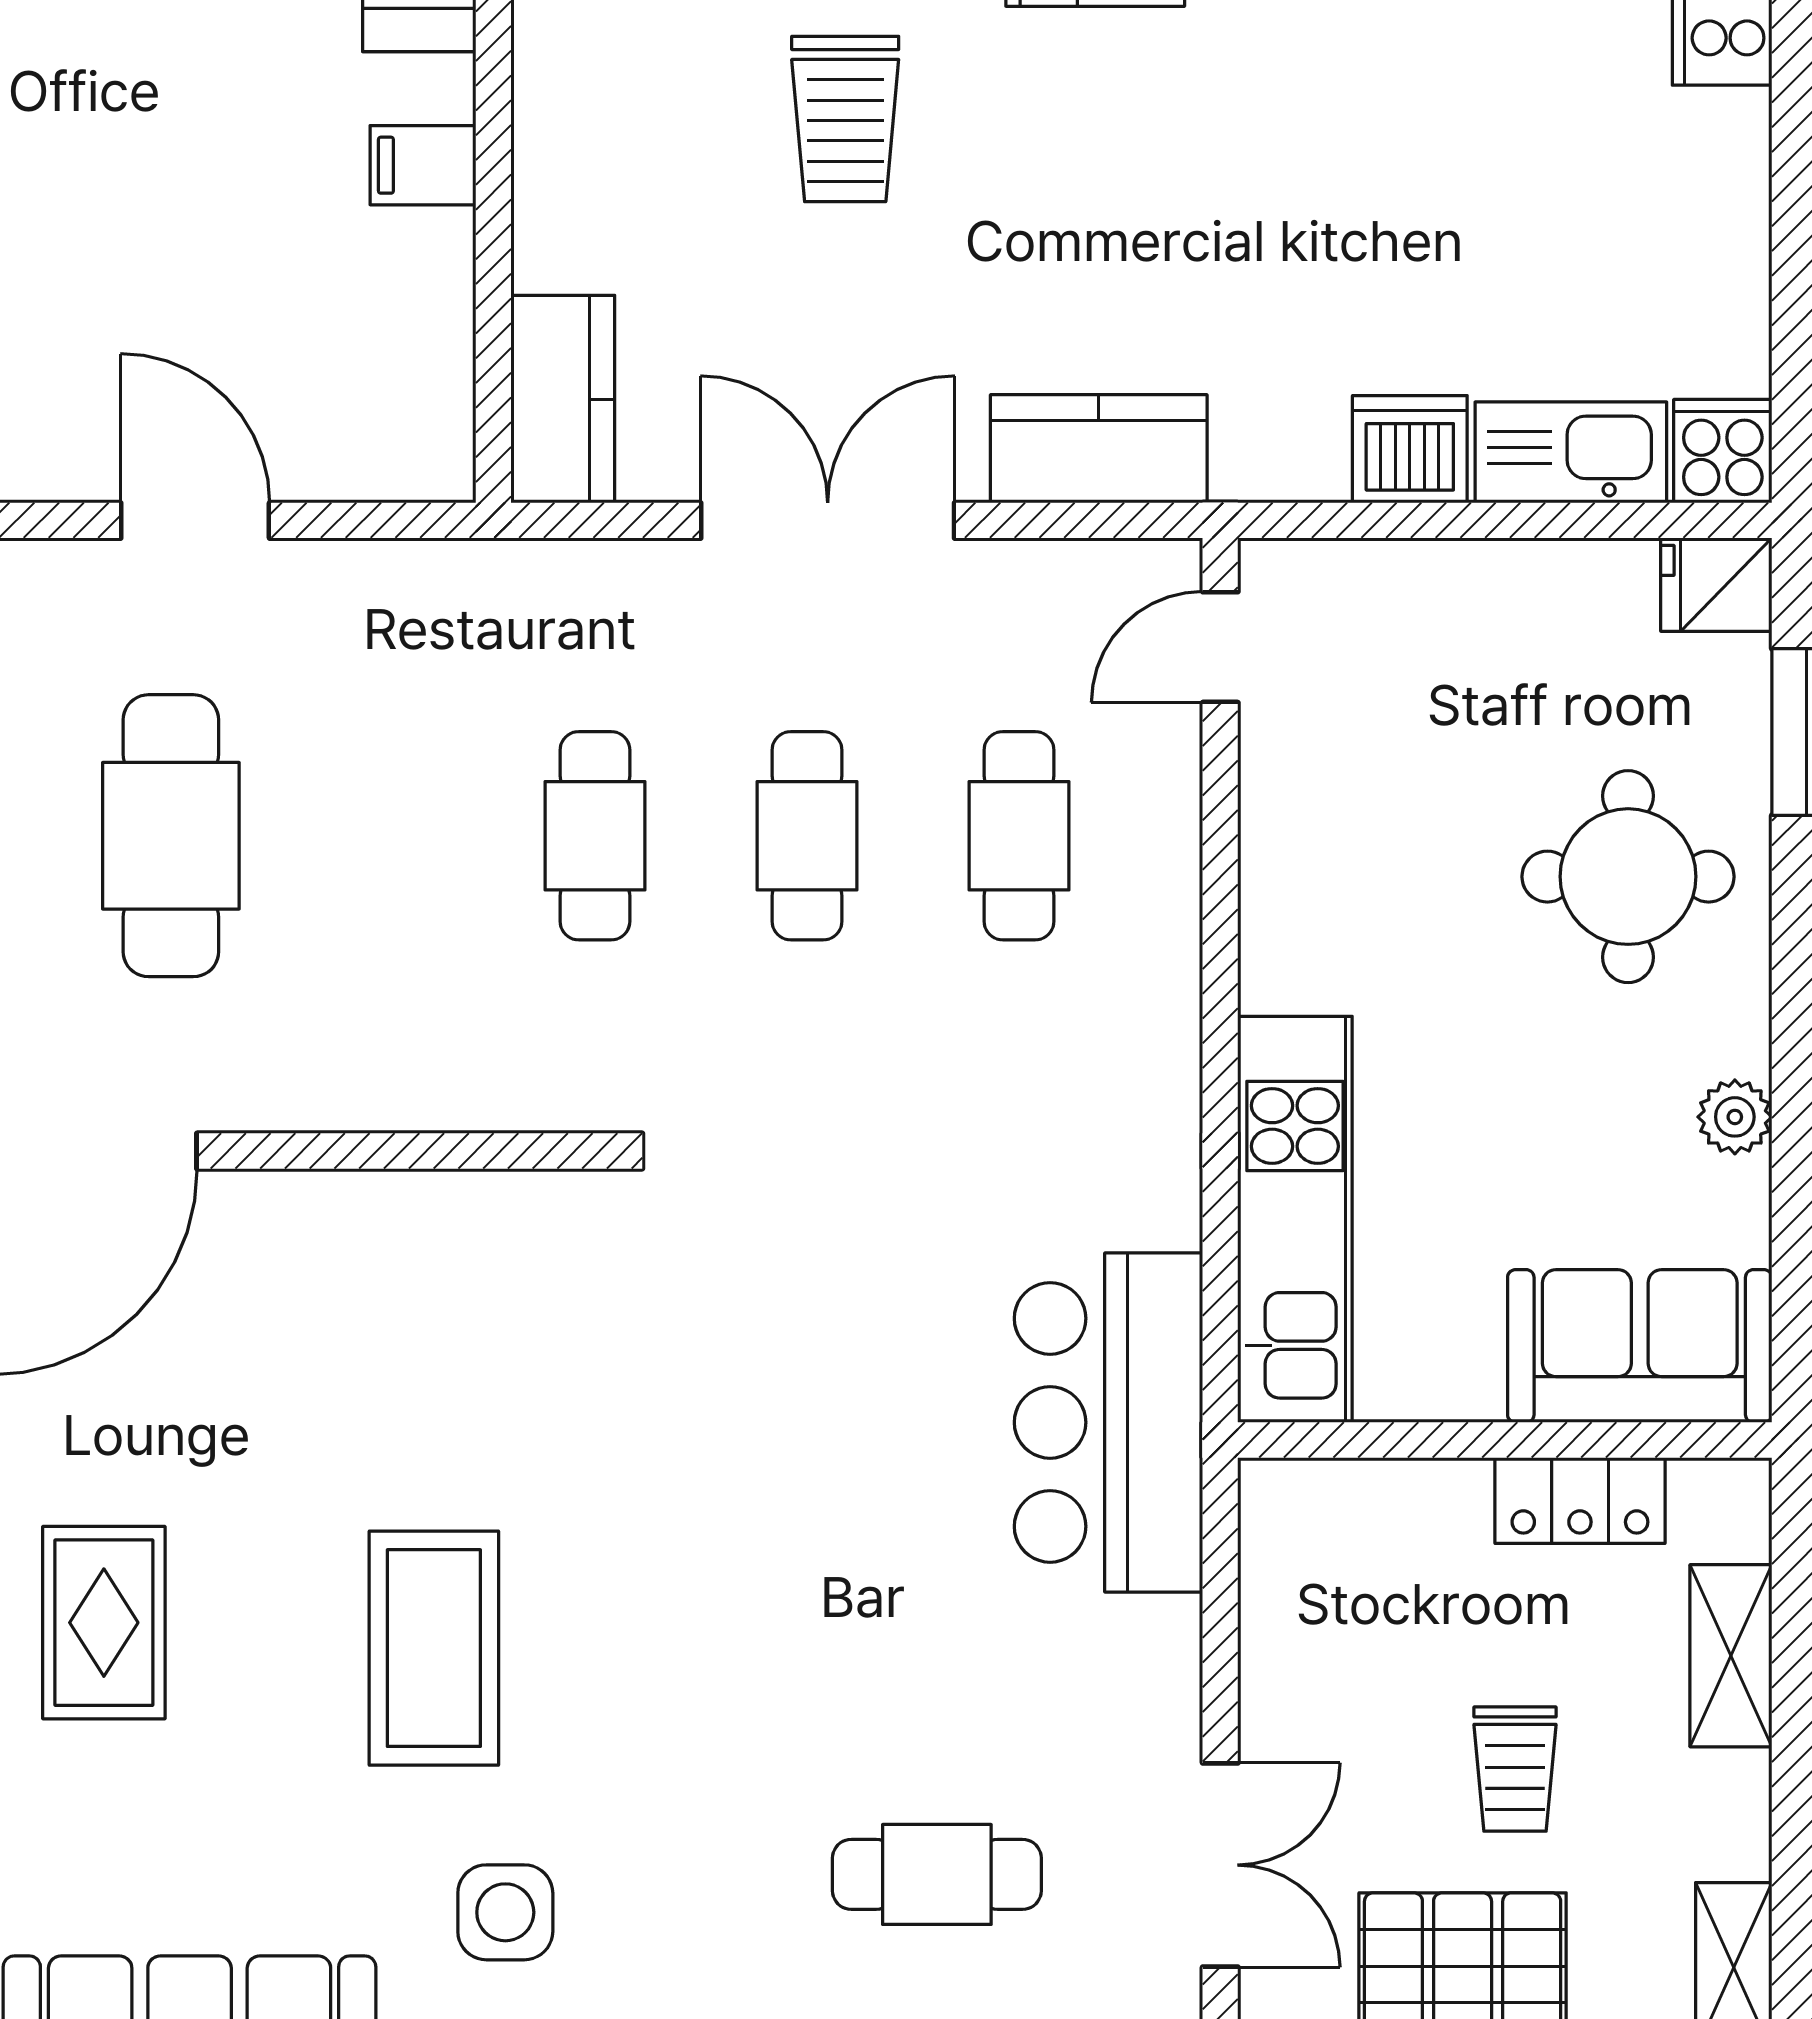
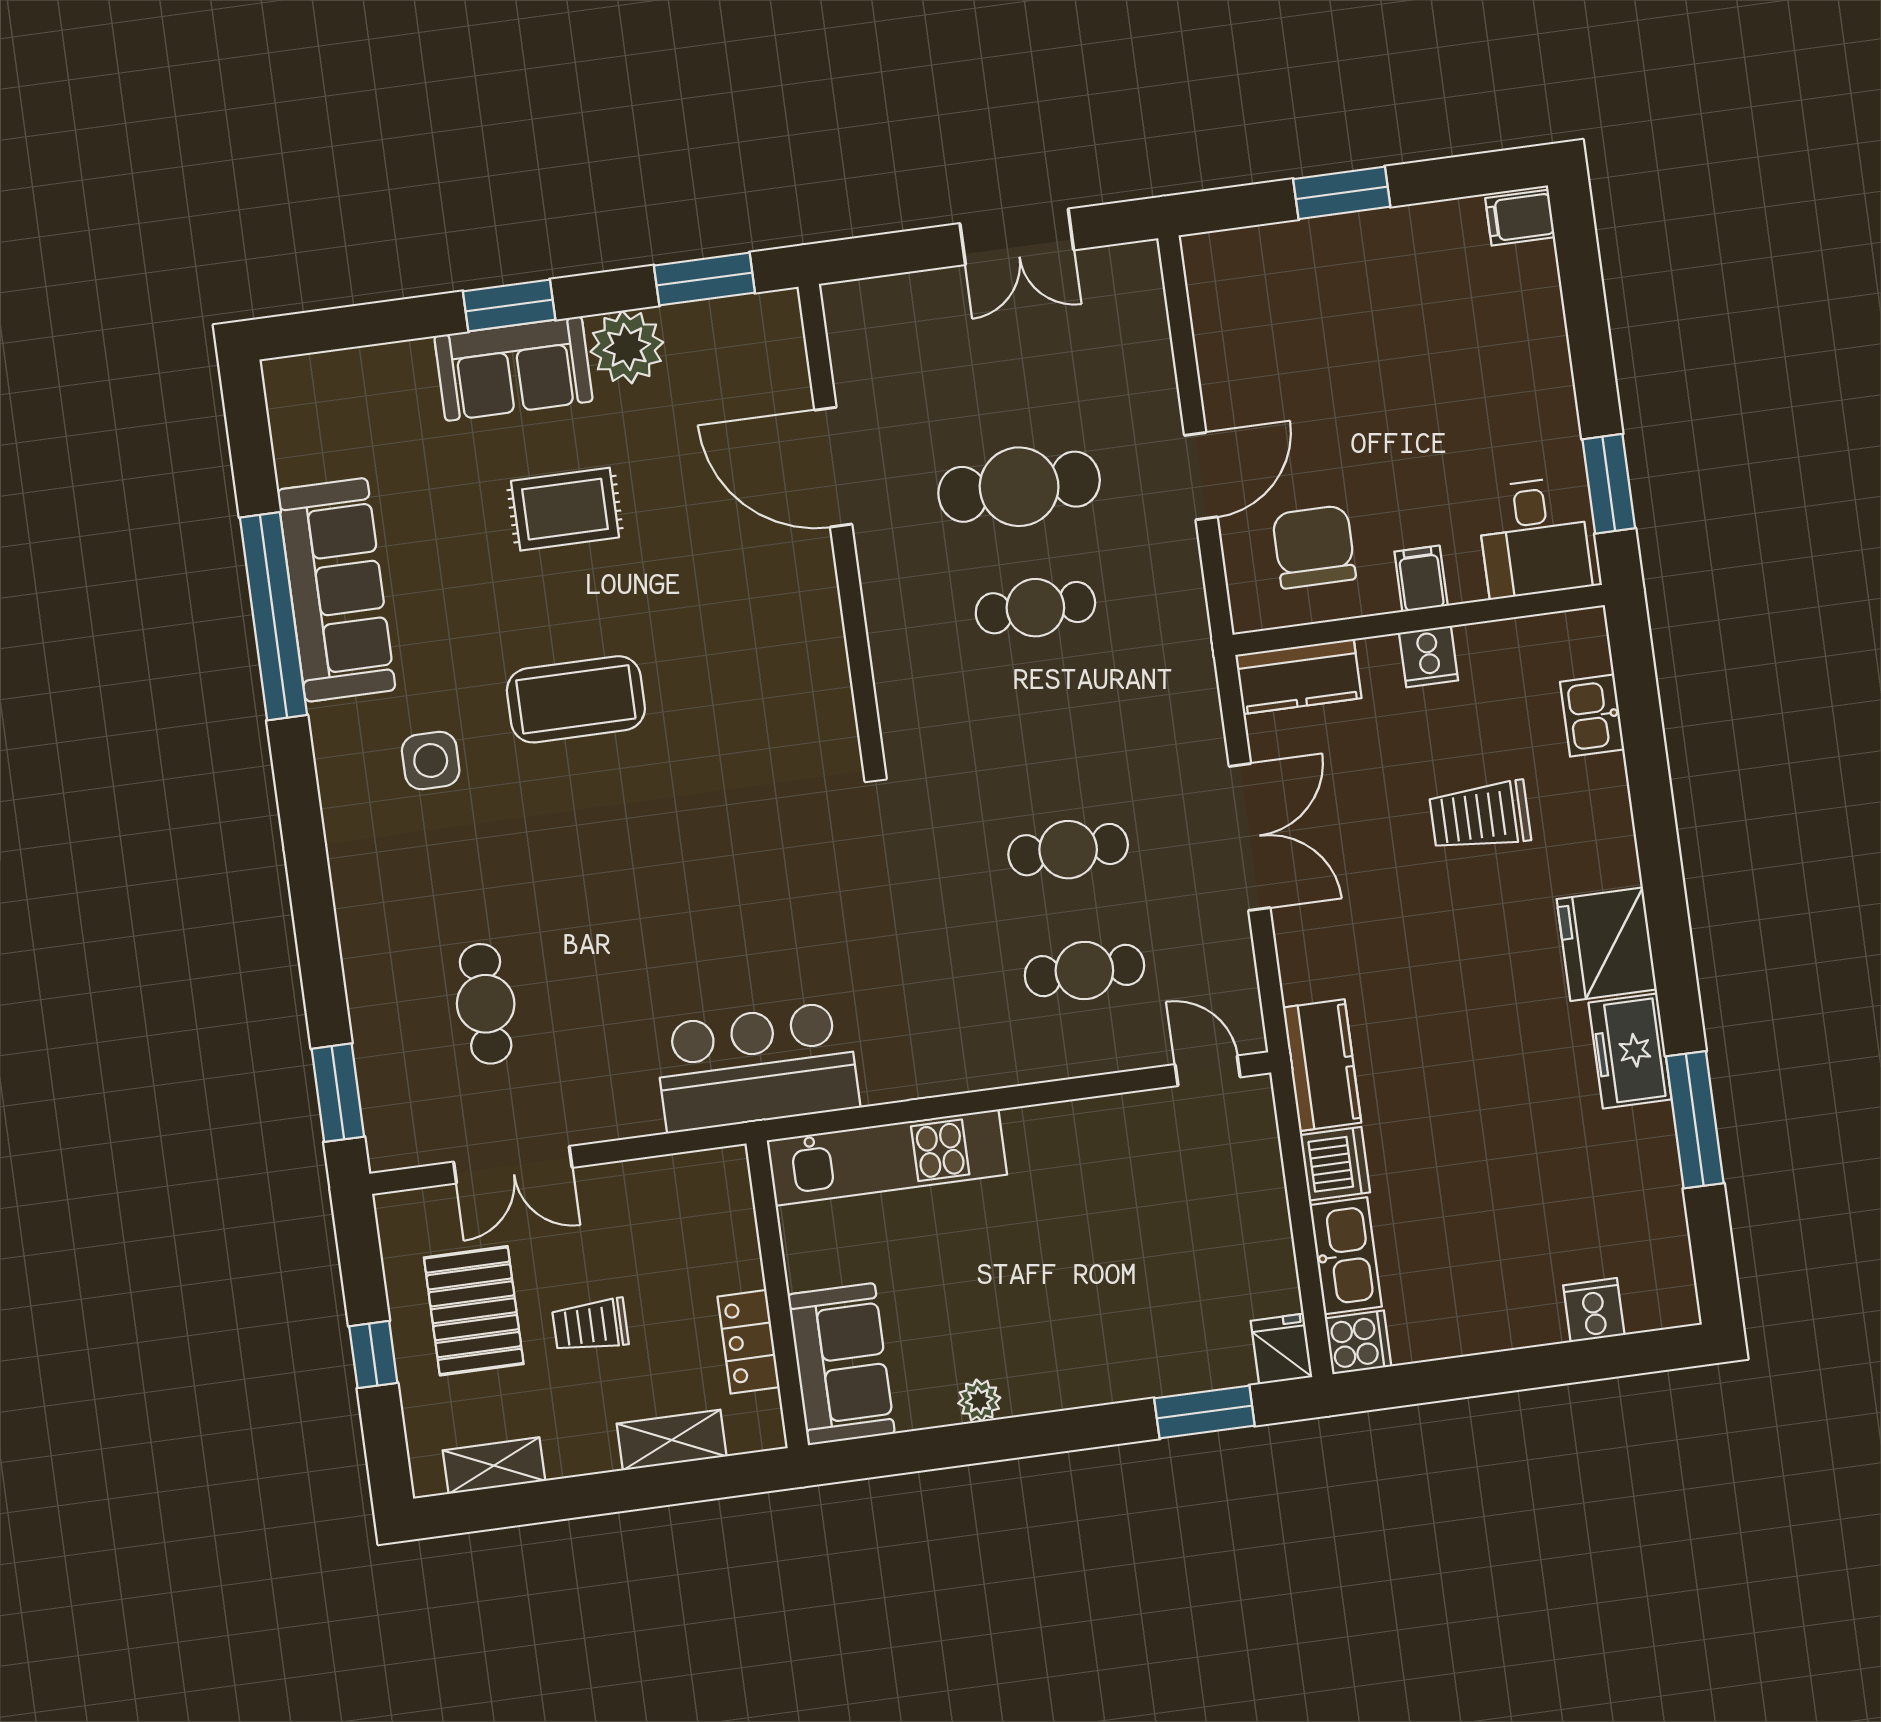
cooker: (559, 170) -> (1429, 657), added
chair: (343, 342) -> (1314, 547), added
kitchen counter: (1099, 449) -> (1322, 1065), moved
cafe table: (595, 836) -> (1035, 608), moved
round table: (1628, 877) -> (1108, 1321), removed

